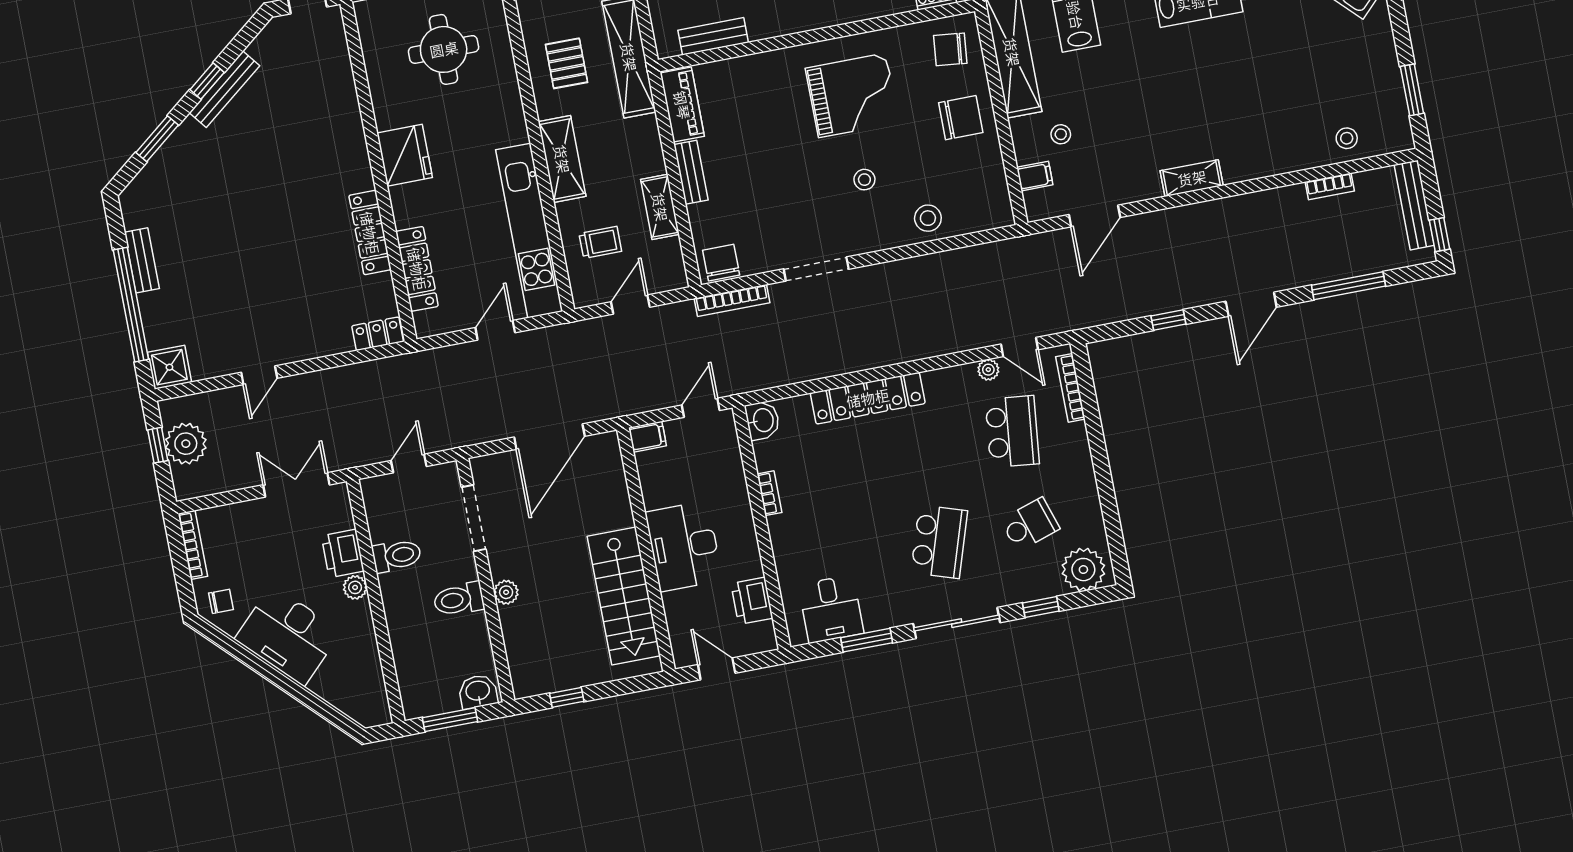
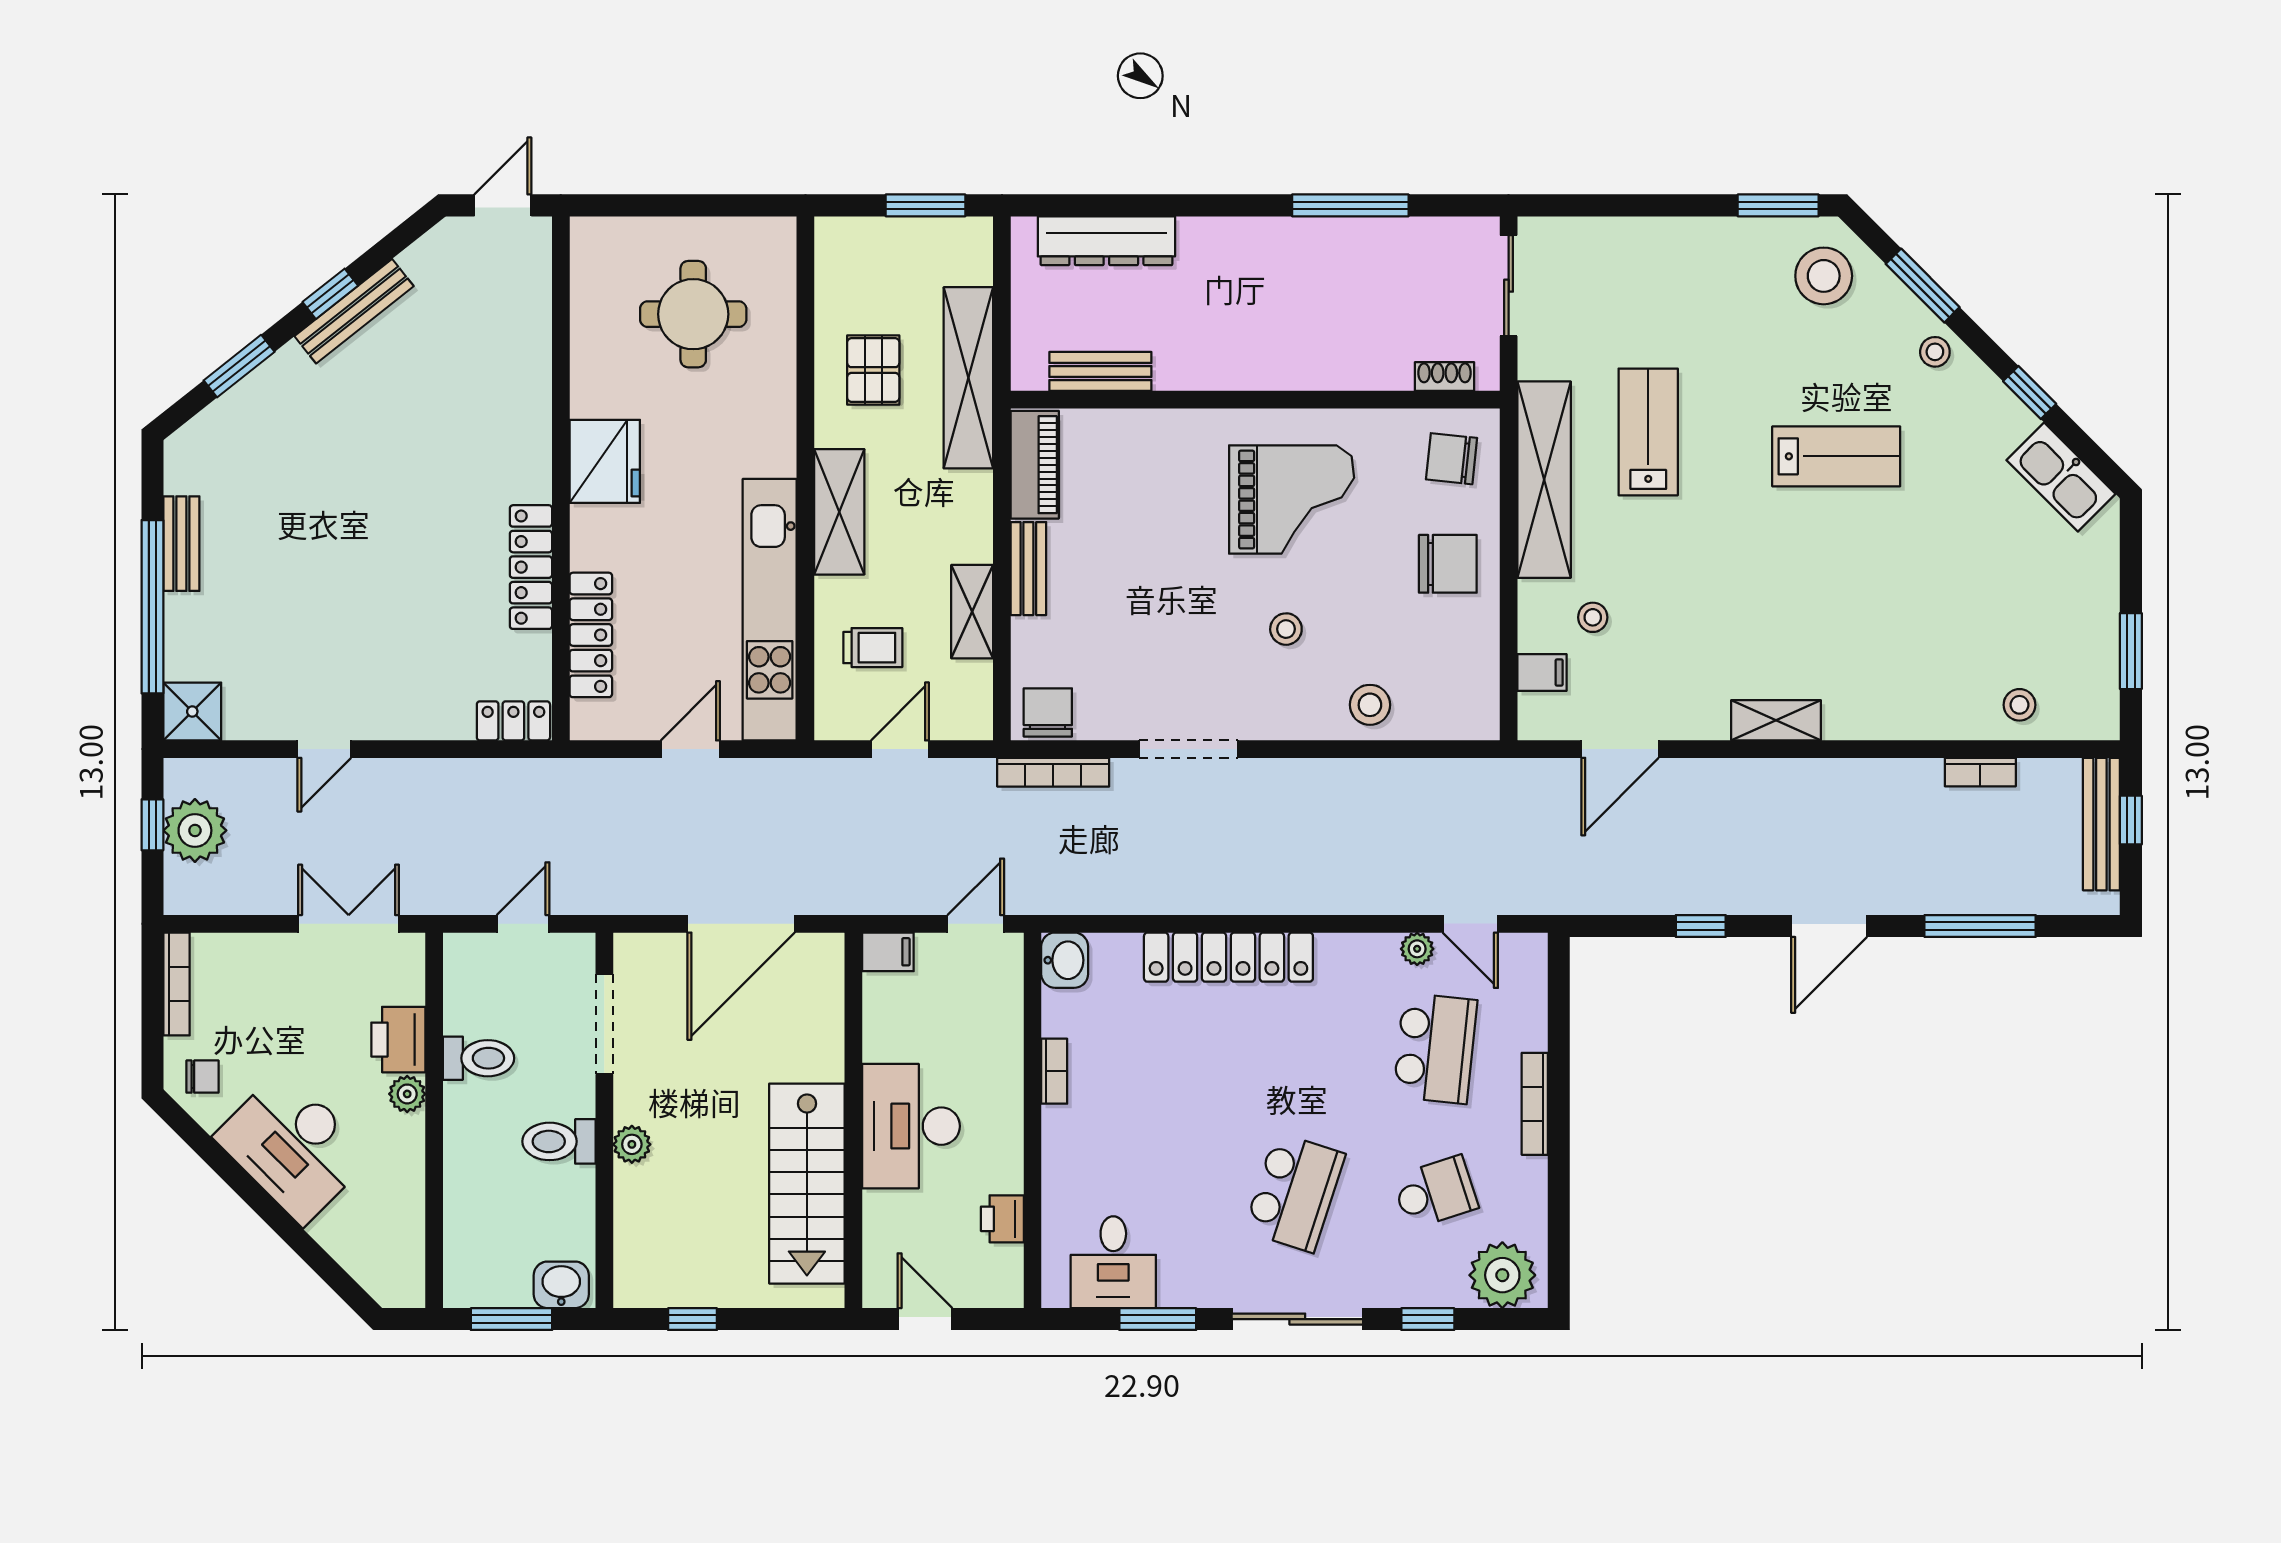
window: (1440, 235) -> (2131, 820), moved
bookcase: (1070, 388) -> (1535, 1104), moved
printer: (752, 601) -> (1002, 1219), width x0.73, depth x0.81

